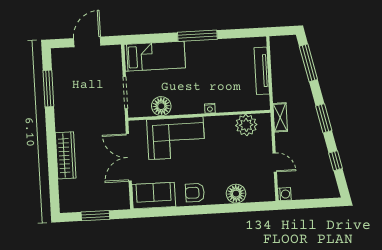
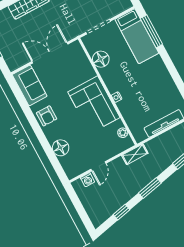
window: (197, 36) -> (151, 31), moved
plant: (246, 125) -> (123, 133), width x0.53, depth x0.53
corner sofa: (176, 138) -> (94, 105), moved
armchair: (195, 193) -> (47, 116), turned 180
washing machine: (284, 194) -> (87, 180), moved

